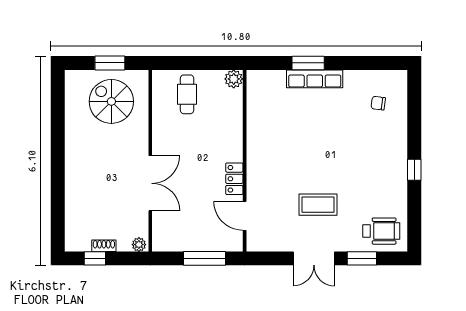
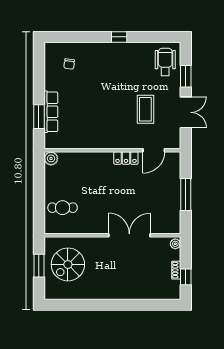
plant: (234, 79) -> (51, 158), moved
wall: (245, 161) -> (112, 150), moved
locker: (234, 179) -> (126, 158), moved
door: (245, 216) -> (154, 150), moved

